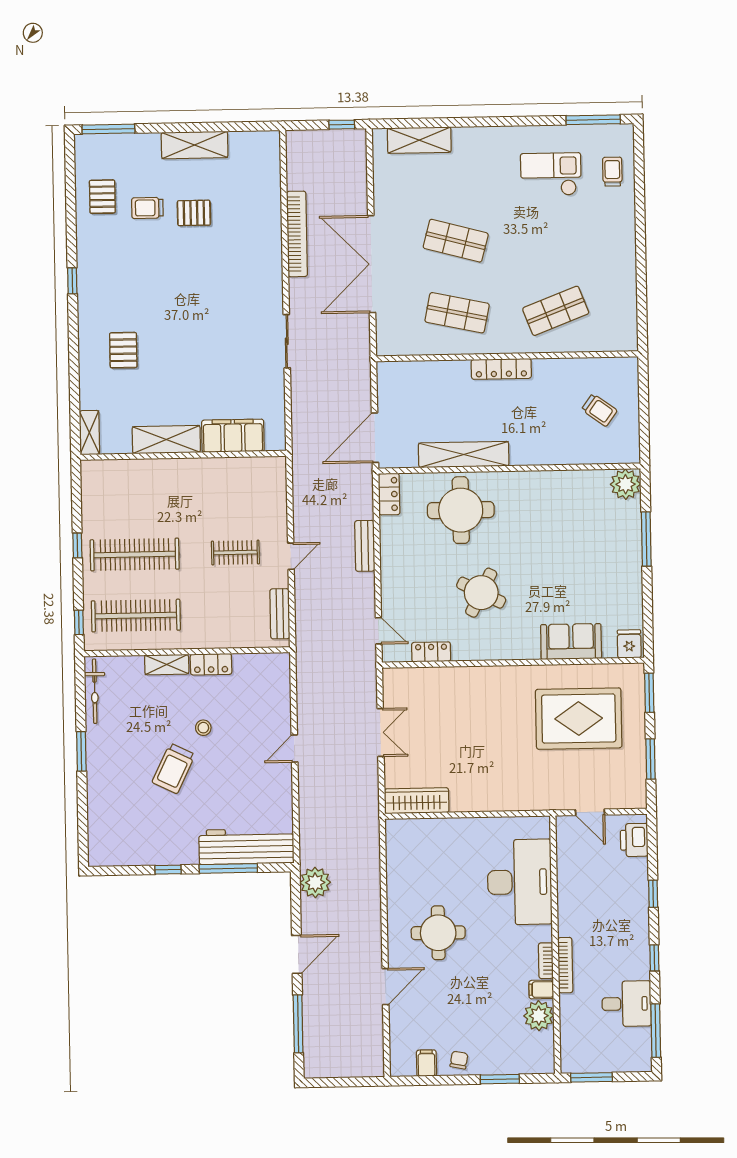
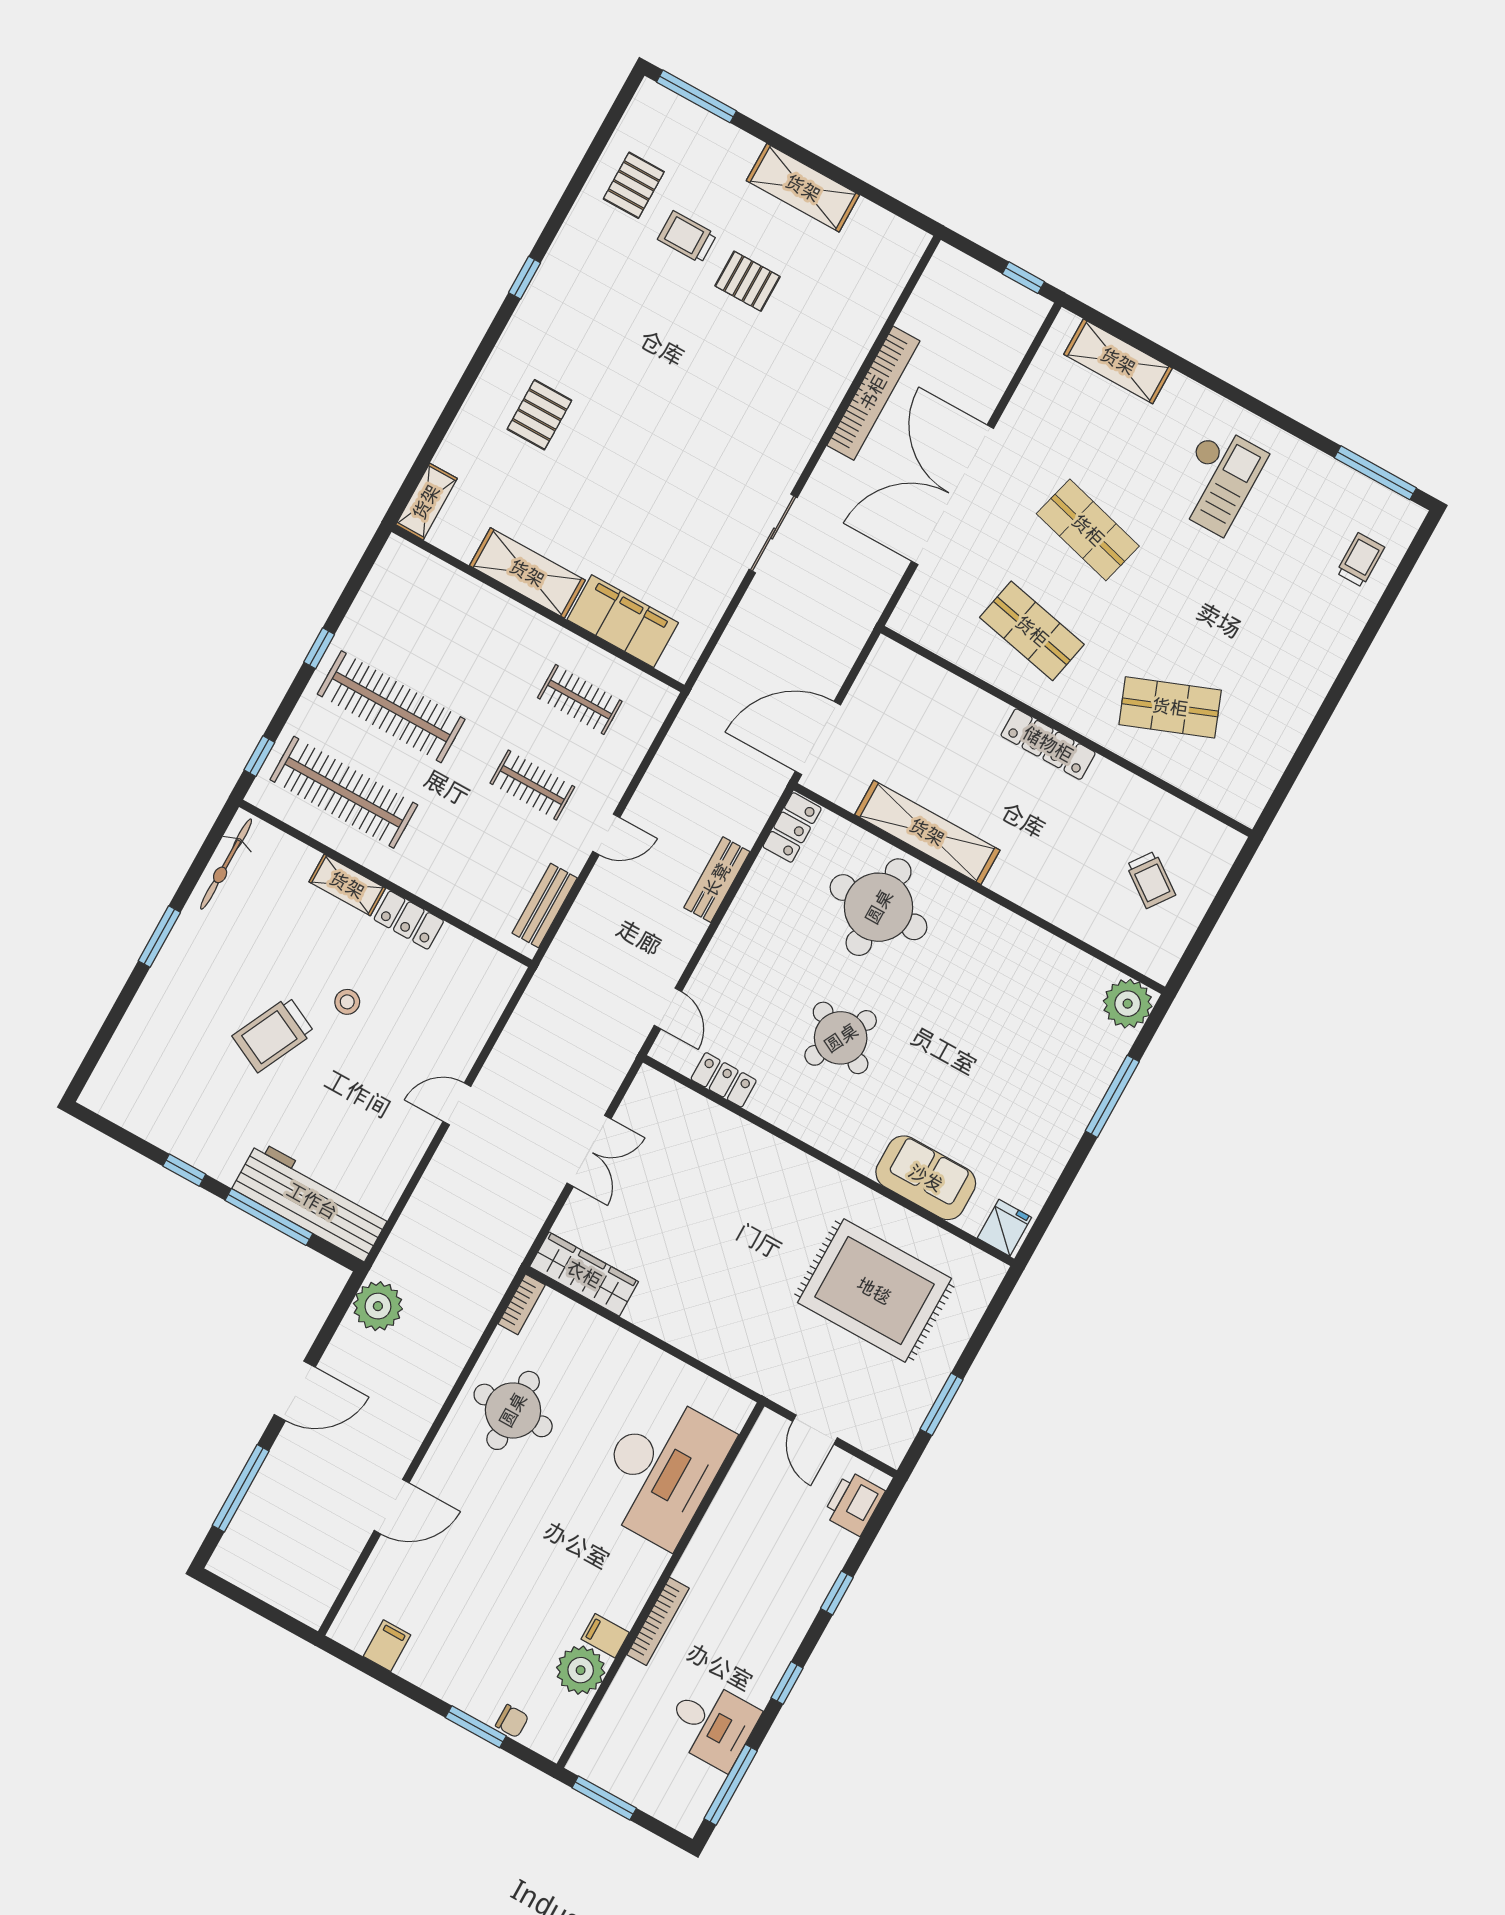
checkout: (551, 174) -> (1217, 480), moved, turned 90
clothes rail: (234, 491) -> (580, 700), added
window: (649, 693) -> (993, 1312), removed
round table: (438, 933) -> (513, 1410), moved
bookcase: (546, 961) -> (522, 1304), moved, turned 180
chair: (459, 1060) -> (512, 1721), moved, turned 79

